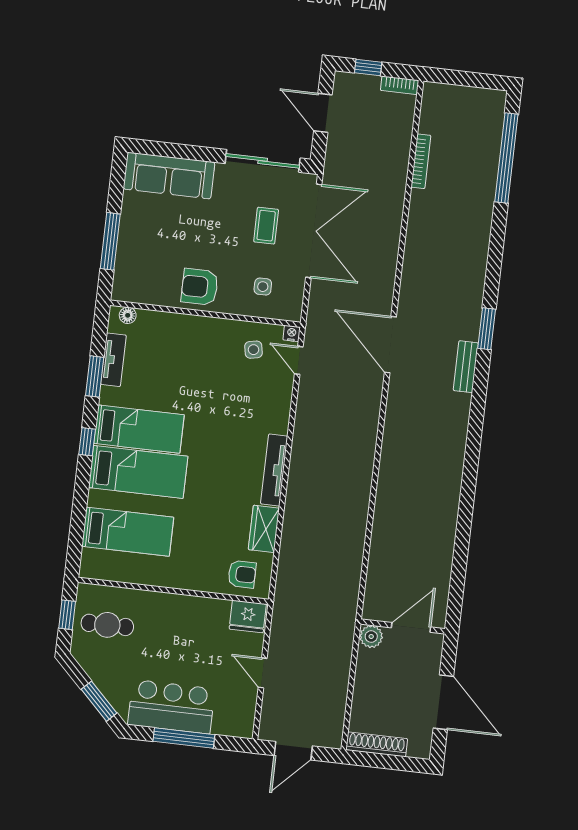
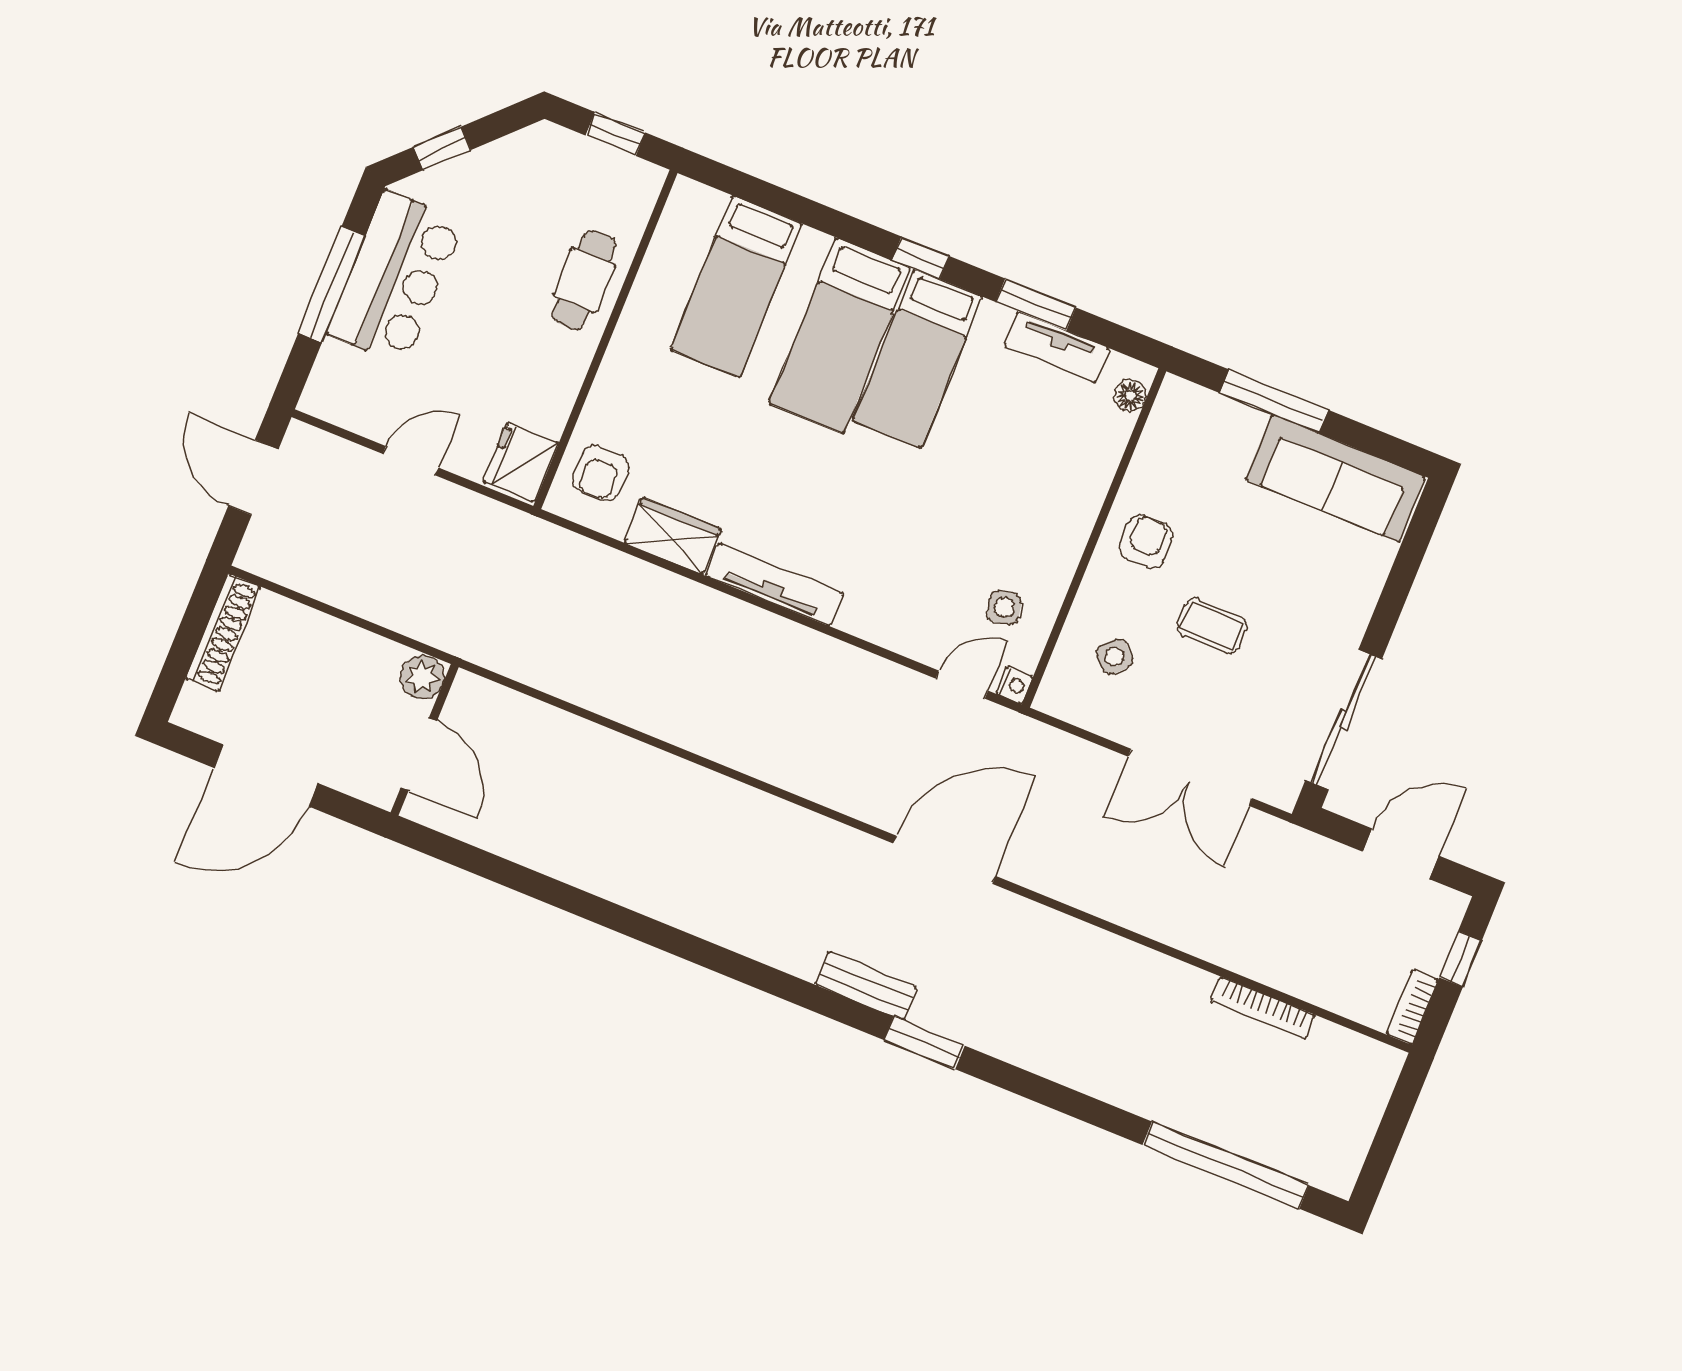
sofa: (169, 176) -> (1335, 478), moved, turned -90
coffee table: (266, 226) -> (1212, 626), moved
double door: (314, 231) -> (1190, 777), width x0.73
armchair: (200, 287) -> (1146, 541), width x0.72, depth x0.72
side table: (263, 287) -> (1115, 656), turned 45
cafe table: (107, 625) -> (584, 280), moved
window: (99, 701) -> (442, 148), width x0.67

